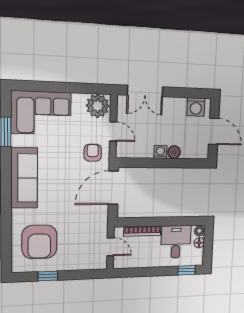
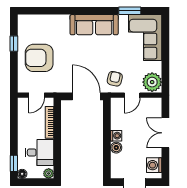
double door: (145, 91) -> (165, 133), moved
armchair: (93, 153) -> (115, 79), turned -77
armchair: (39, 242) -> (39, 58), moved
floor lamp: (199, 243) -> (22, 174), moved

